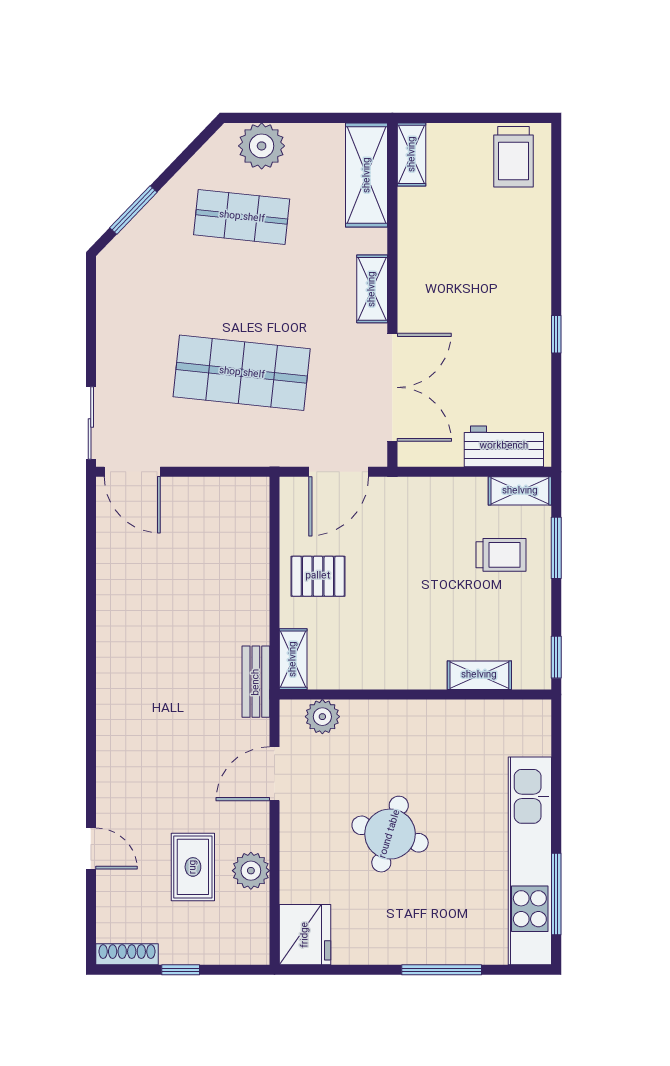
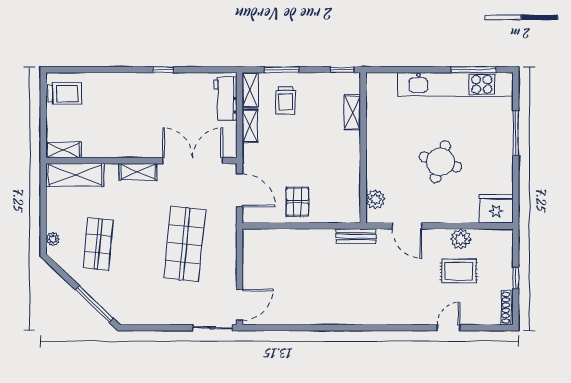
plant: (262, 146) -> (53, 239), width x0.53, depth x0.53
window: (133, 210) -> (94, 304), width x1.44
trolley: (501, 555) -> (286, 100), turned 180
shelving: (293, 659) -> (250, 126), moved, turned 90

